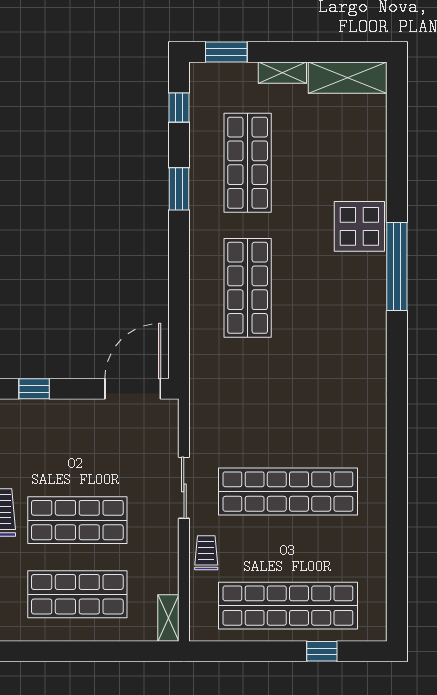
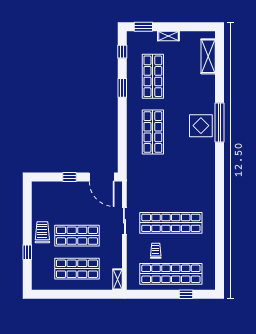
shelving: (348, 78) -> (208, 56), moved, turned 90
display table: (359, 226) -> (201, 126), moved
window: (34, 389) -> (70, 177), moved
door: (133, 389) -> (102, 177), swing flipped
trolley: (206, 553) -> (156, 251), moved

